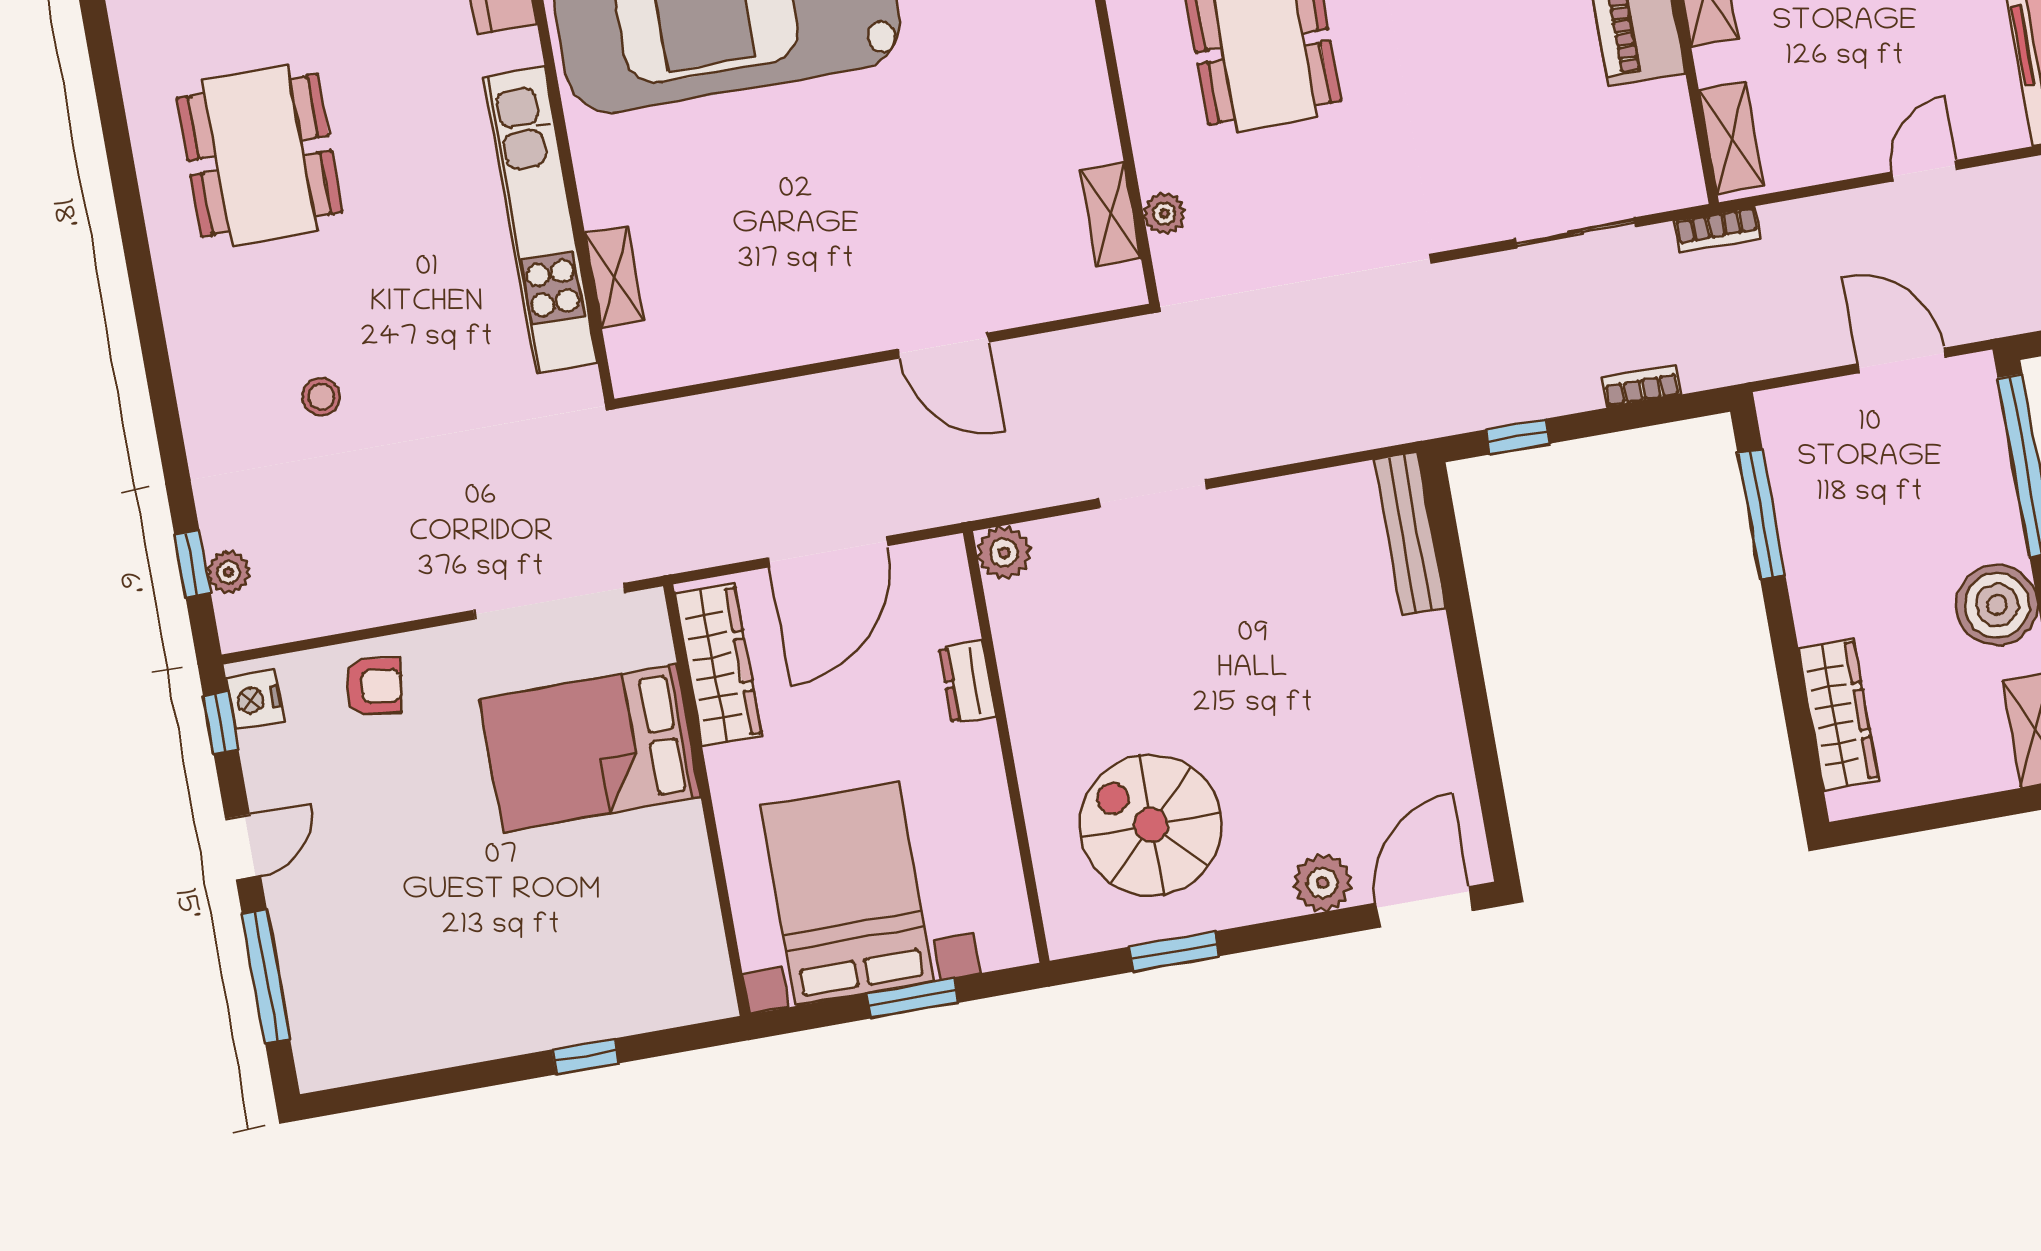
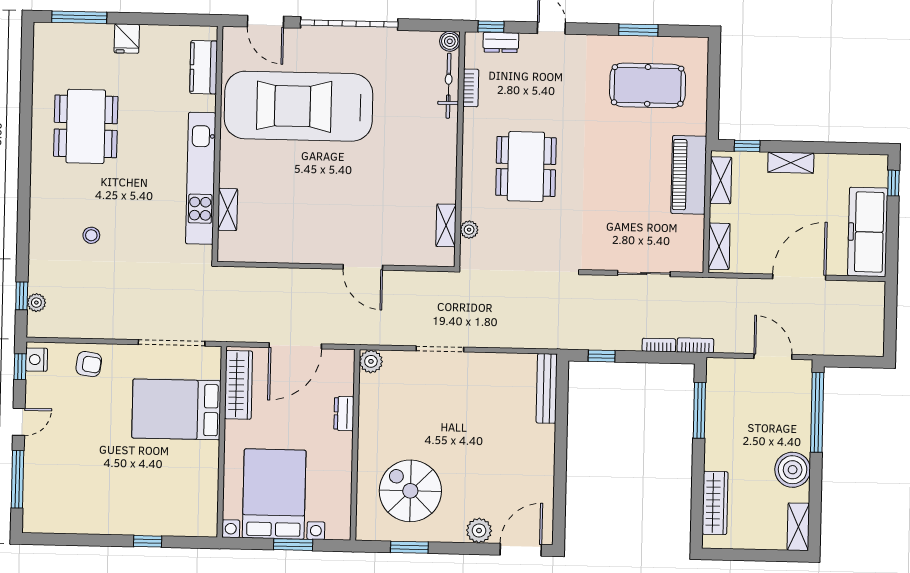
door: (1925, 171) -> (799, 277), width x1.87
bookcase: (1717, 230) -> (695, 345), moved, turned 180

